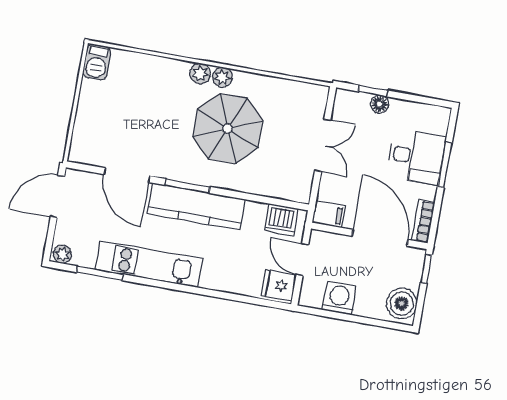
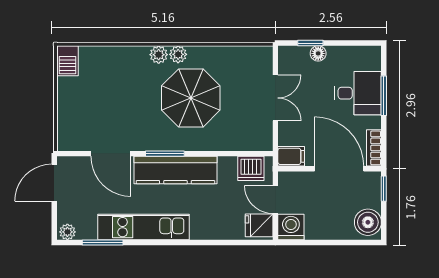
washing machine: (339, 298) -> (291, 227), moved

